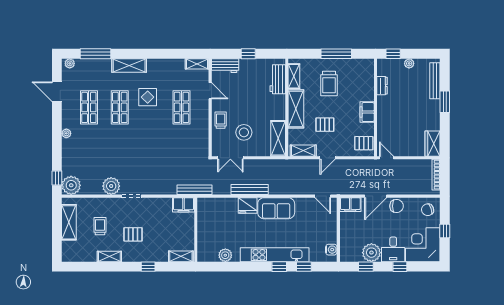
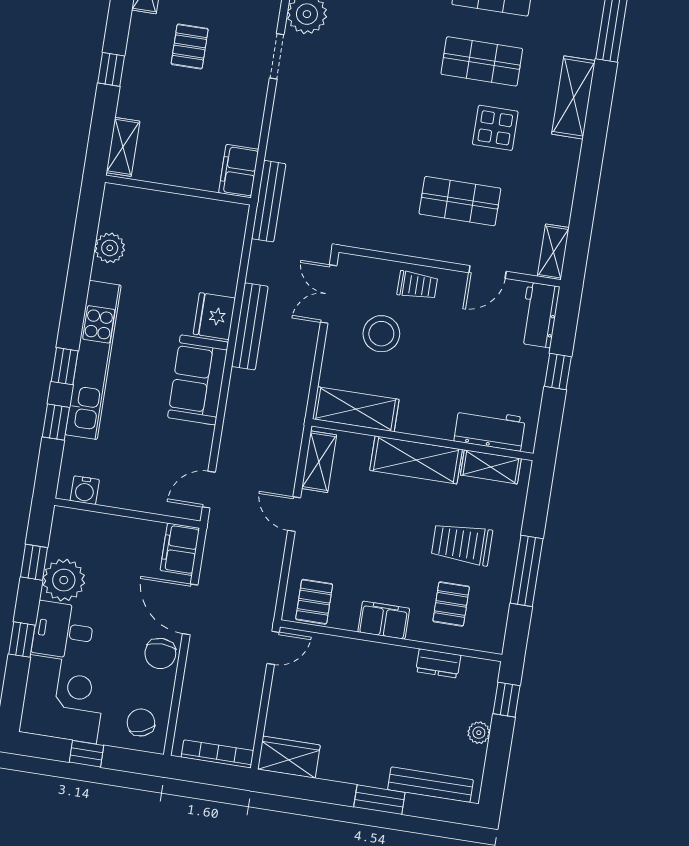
pallet: (325, 125) -> (451, 604), moved

